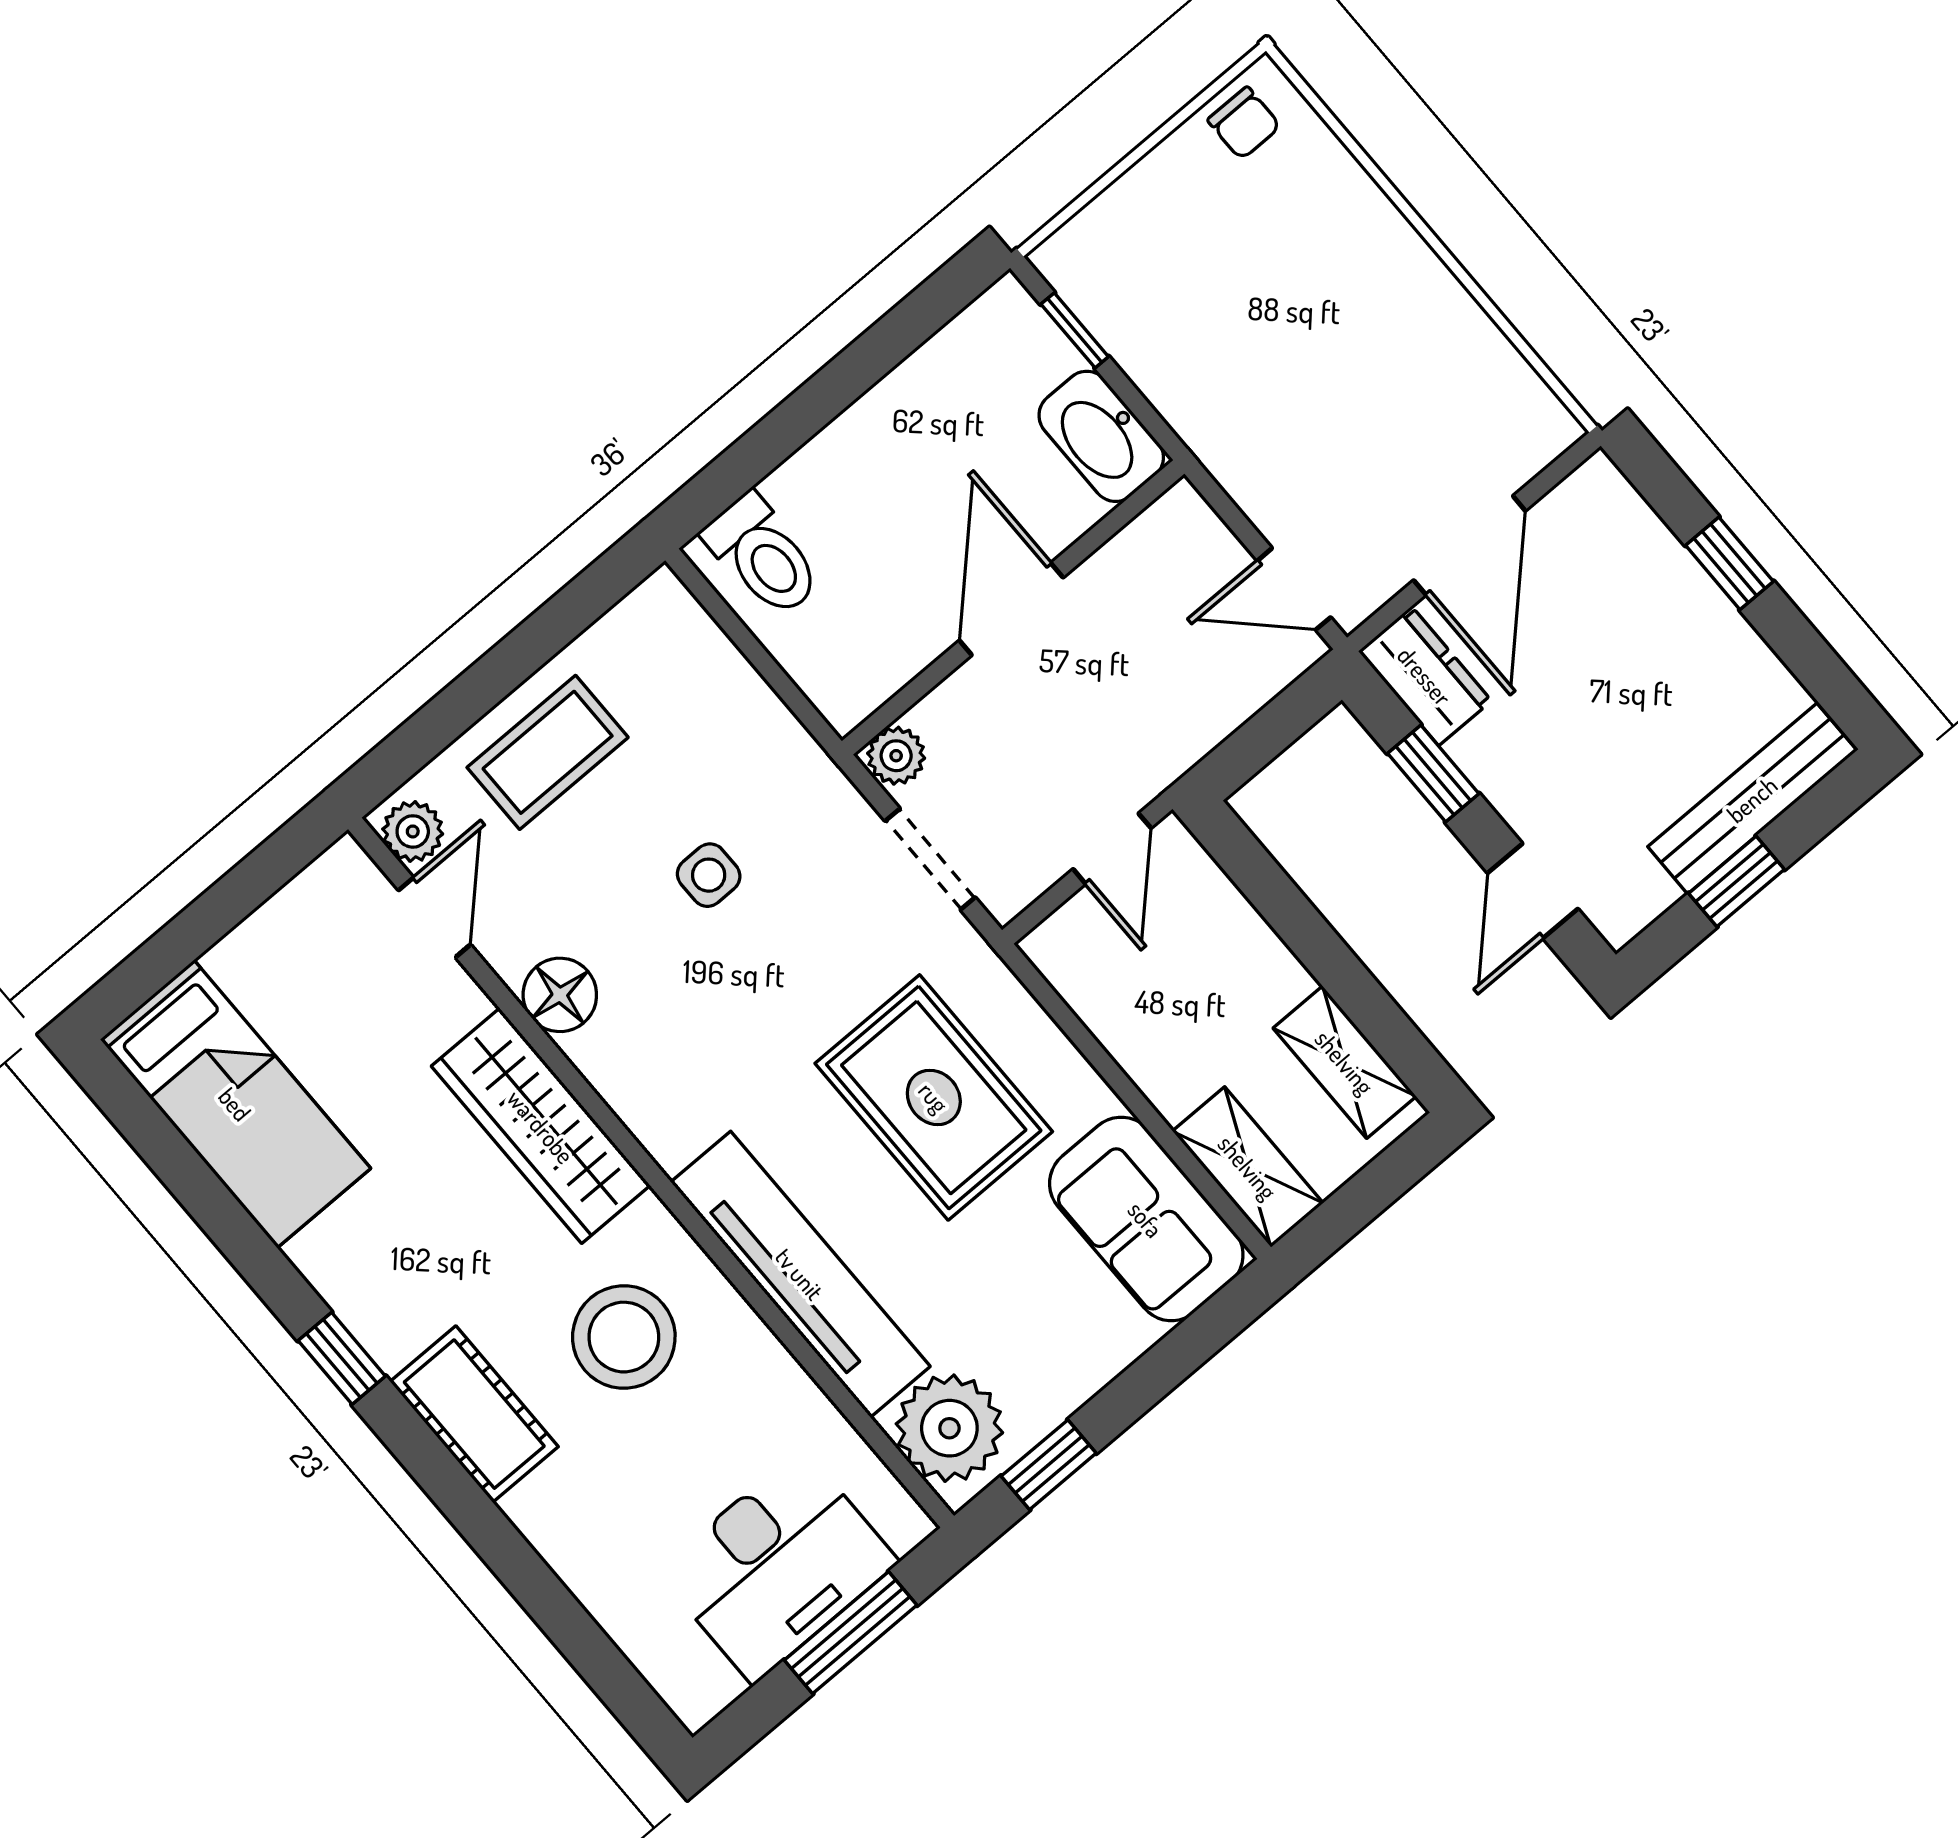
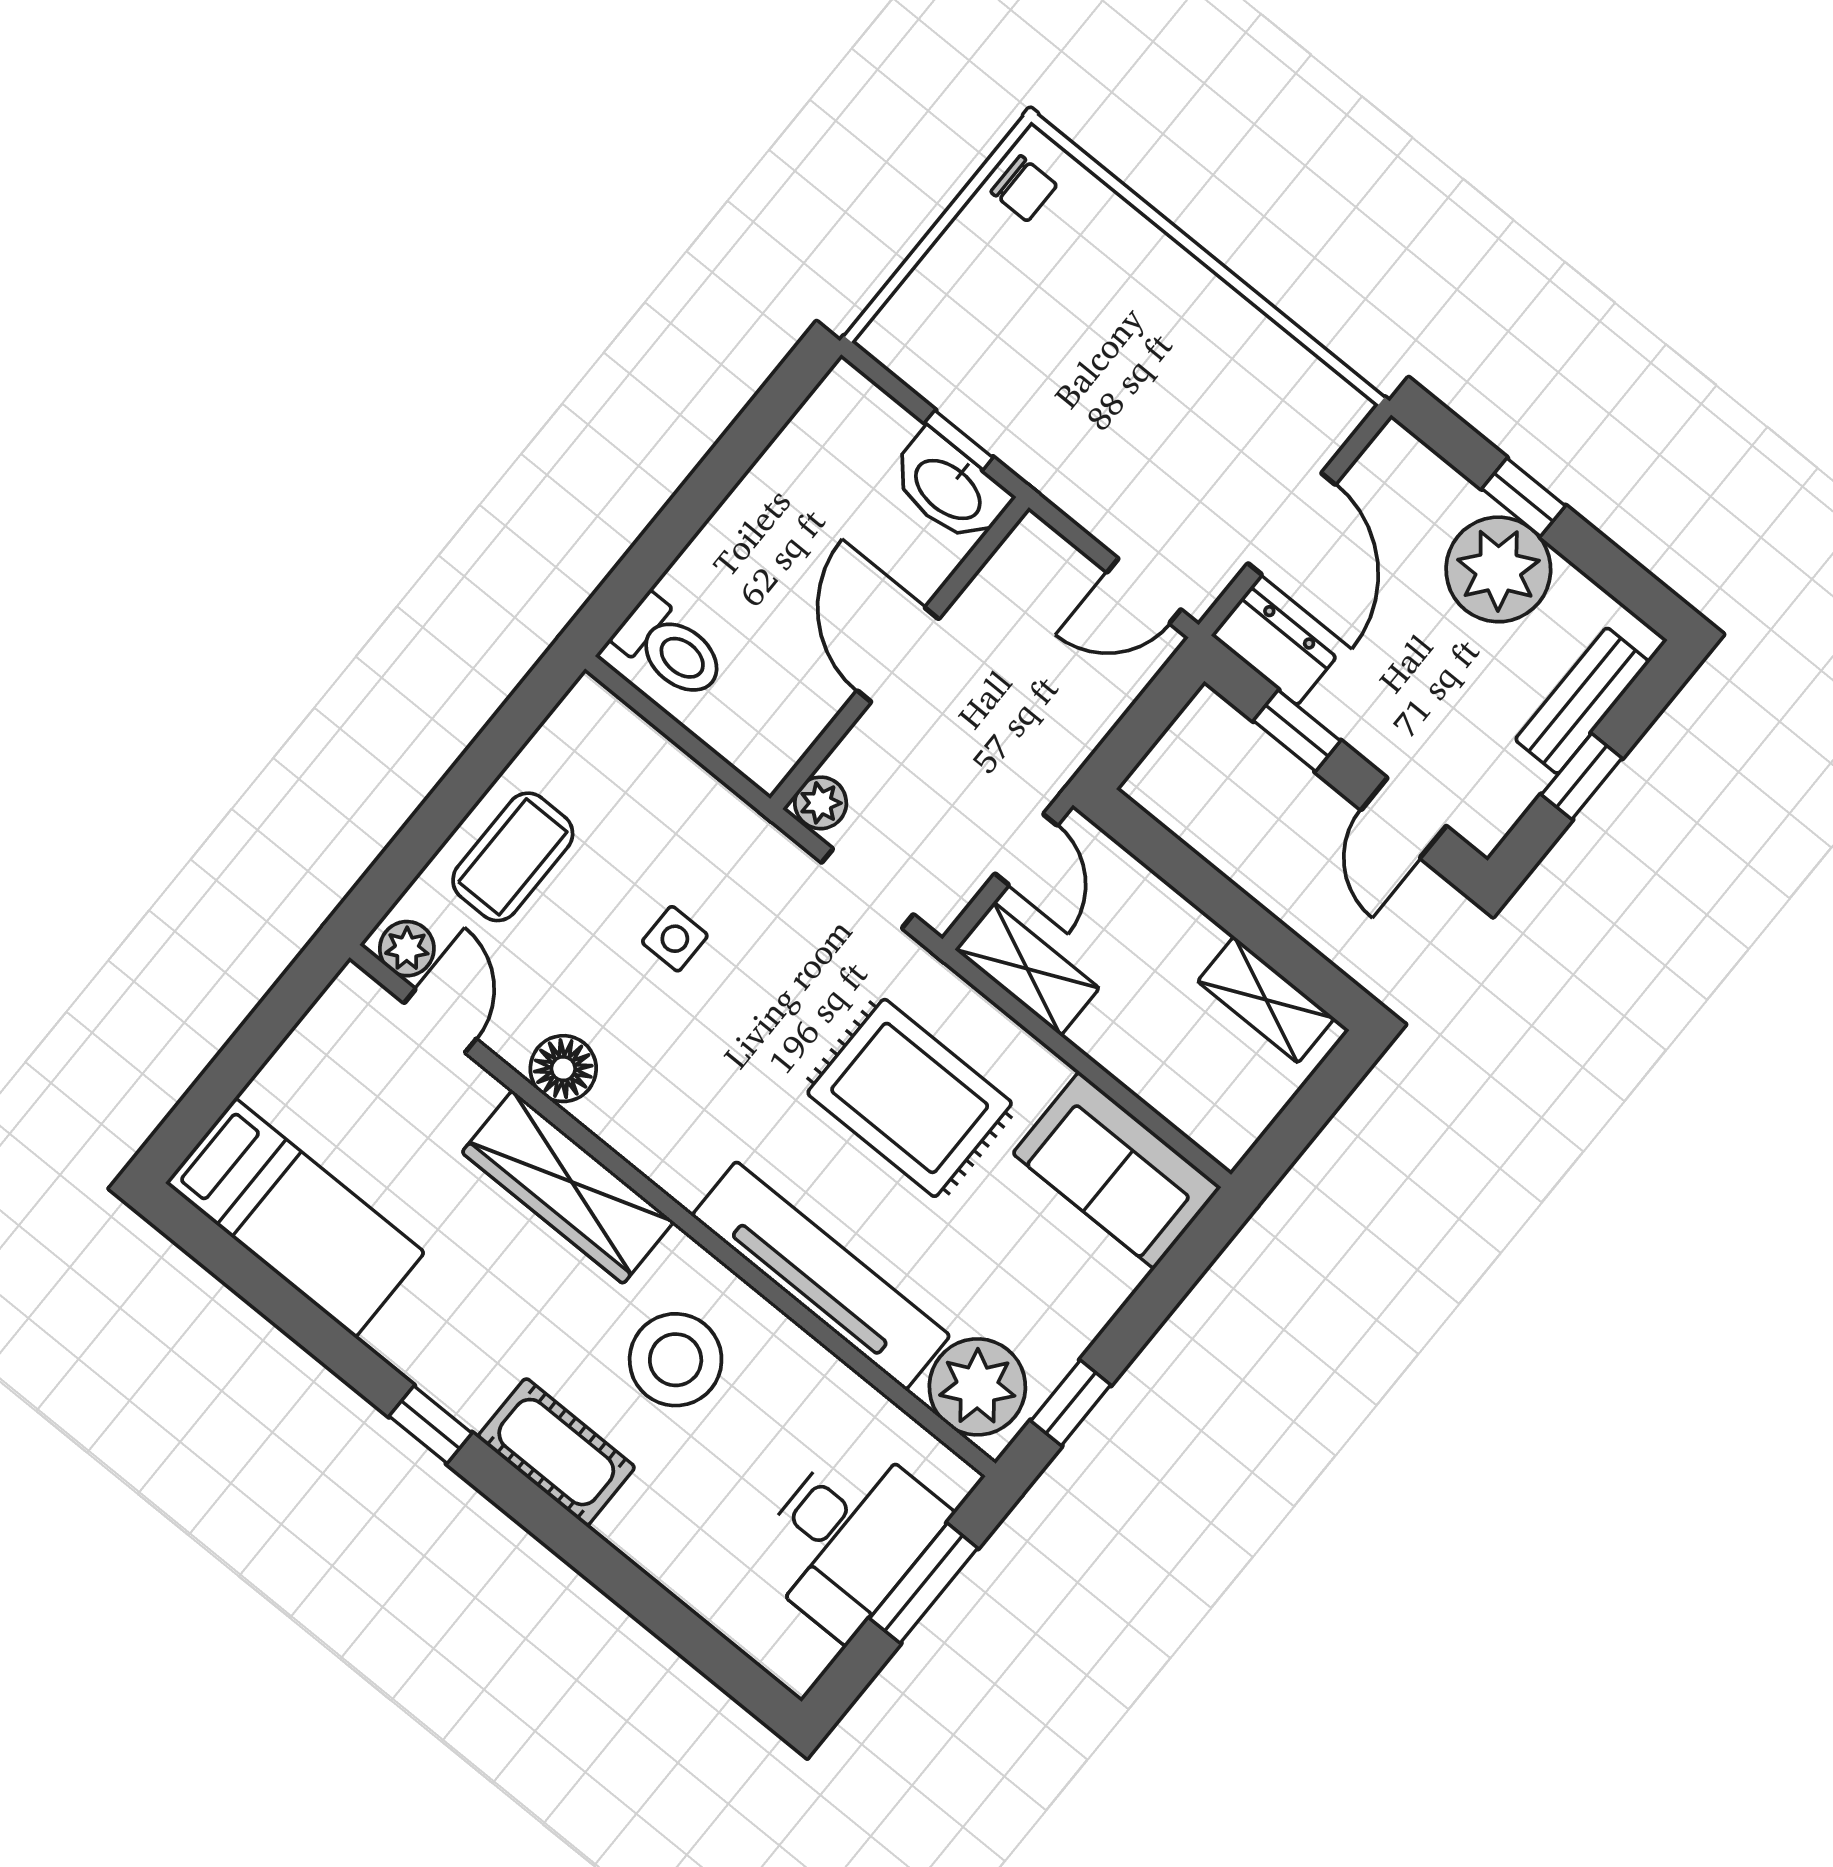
window: (1075, 330) -> (959, 440), moved
plant: (1687, 637) -> (1498, 569), added
bench: (1752, 799) -> (1582, 701), width x0.73
shelving: (1248, 1167) -> (1027, 969), moved

